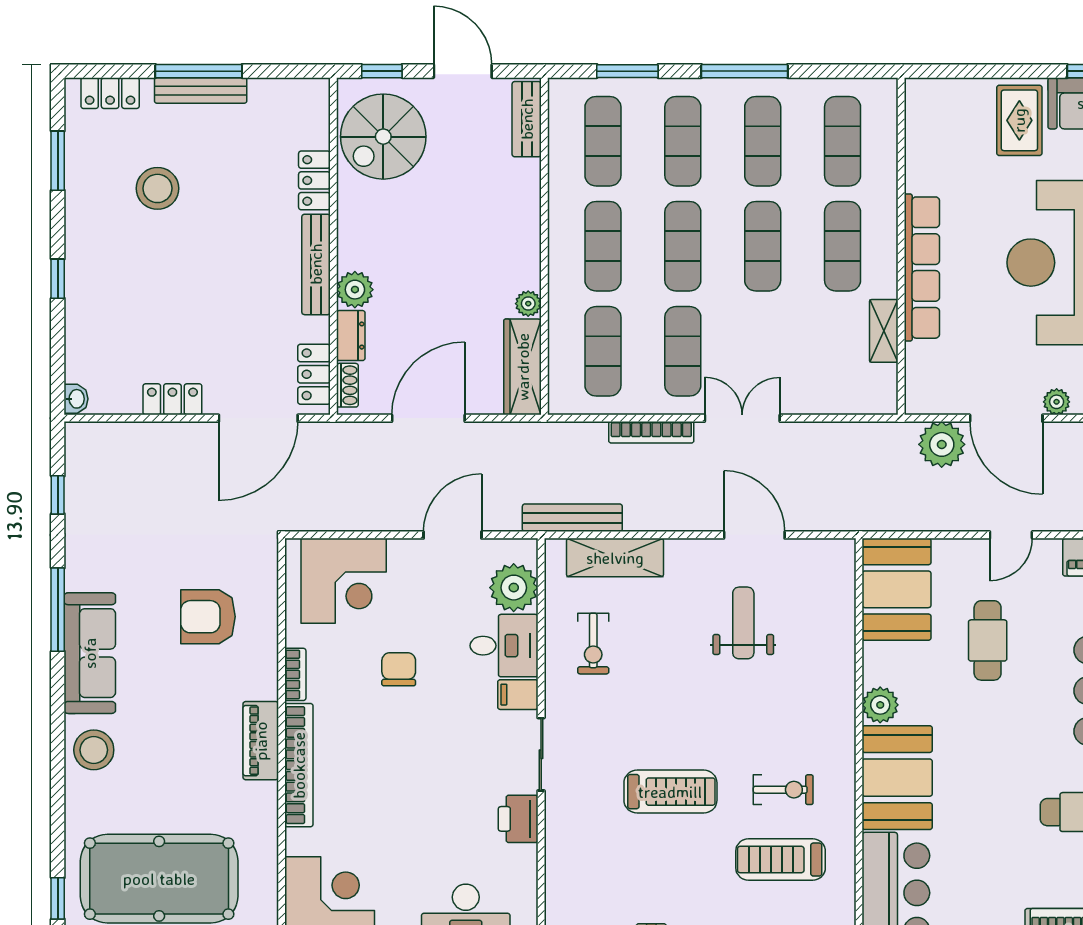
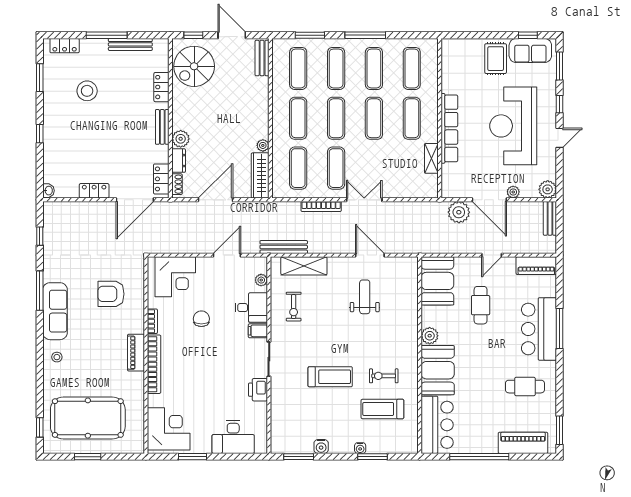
bench: (201, 90) -> (130, 44), moved
bench: (316, 264) -> (162, 127), width x0.73
plant: (514, 588) -> (261, 280), width x0.53, depth x0.53
stool: (94, 750) -> (57, 357), width x0.53, depth x0.53
exercise bike: (783, 790) -> (384, 376), turned 180

